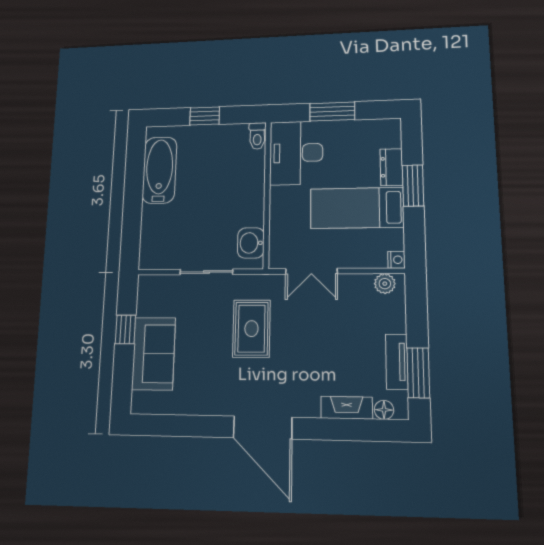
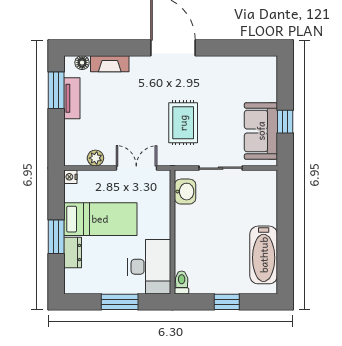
plant: (385, 284) -> (95, 158), moved
sofa: (154, 354) -> (261, 131), moved

